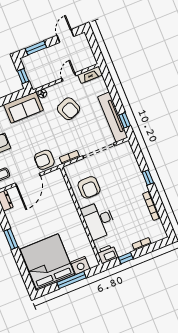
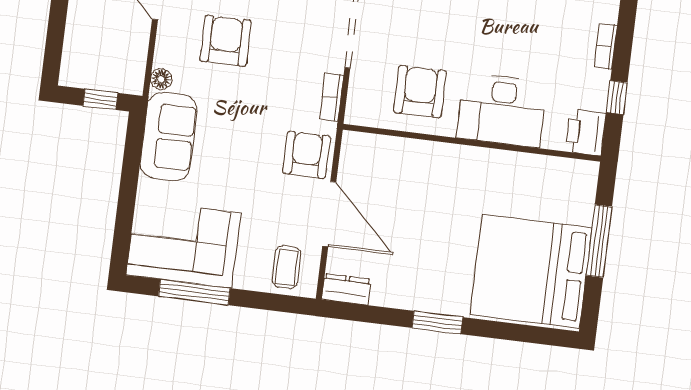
window: (36, 48) -> (55, 38), removed
armchair: (69, 109) -> (226, 41), turned -68
armchair: (44, 160) -> (307, 155), turned 180
armchair: (89, 187) -> (420, 92), turned -90
nightstand: (80, 265) -> (578, 204), removed

